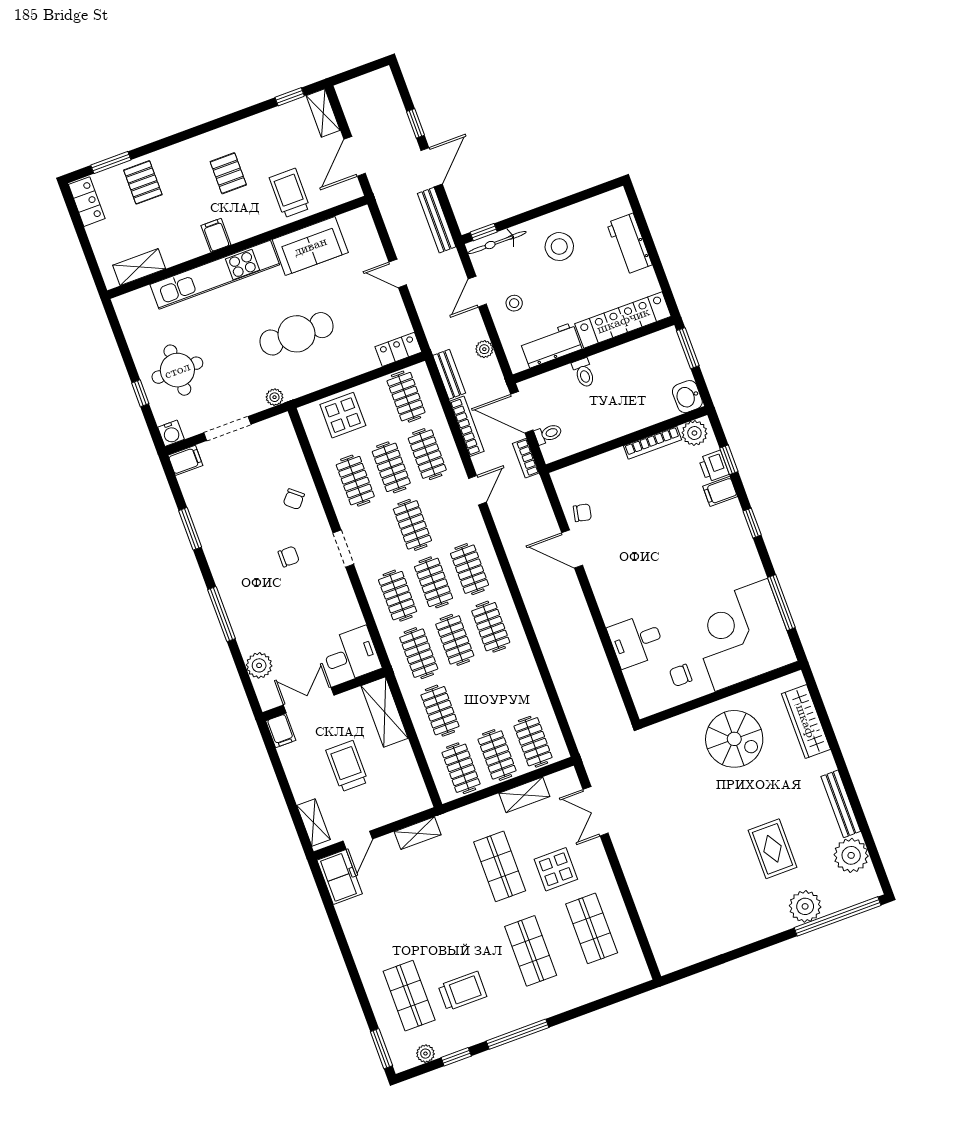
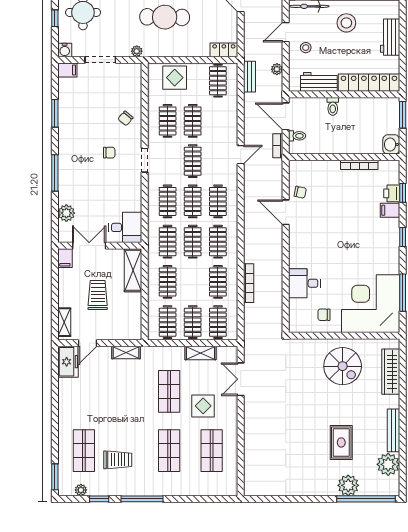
bookcase: (467, 426) -> (249, 283), moved
plant: (694, 433) -> (387, 169), removed
clothes rail: (427, 454) -> (218, 282), moved

